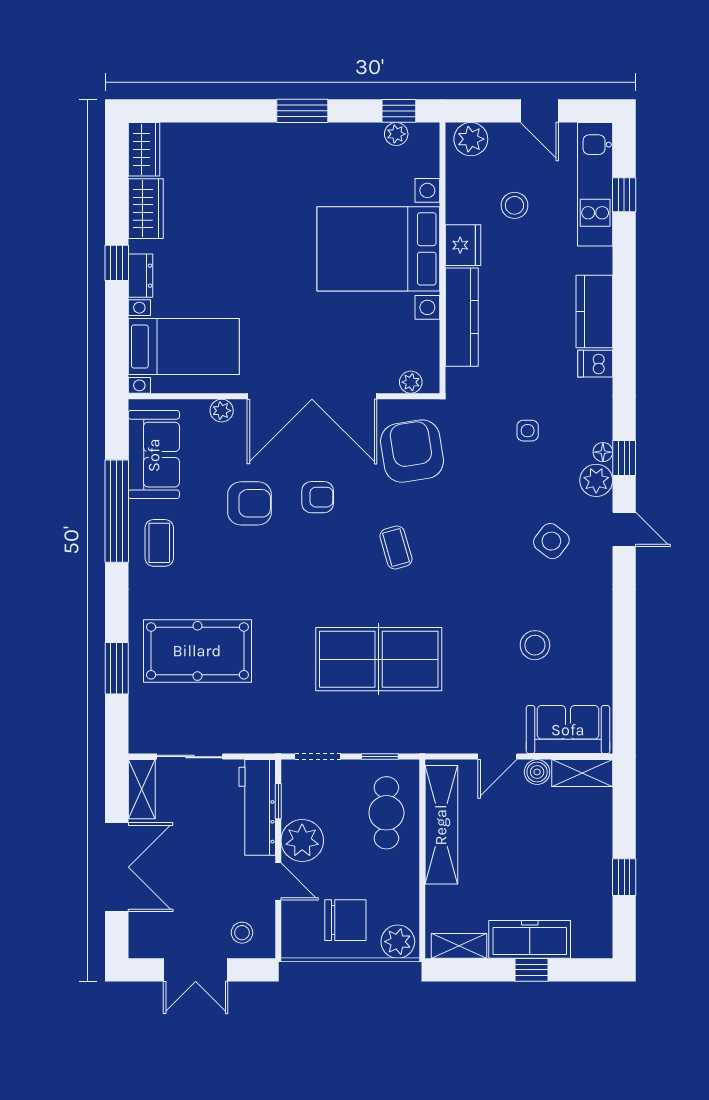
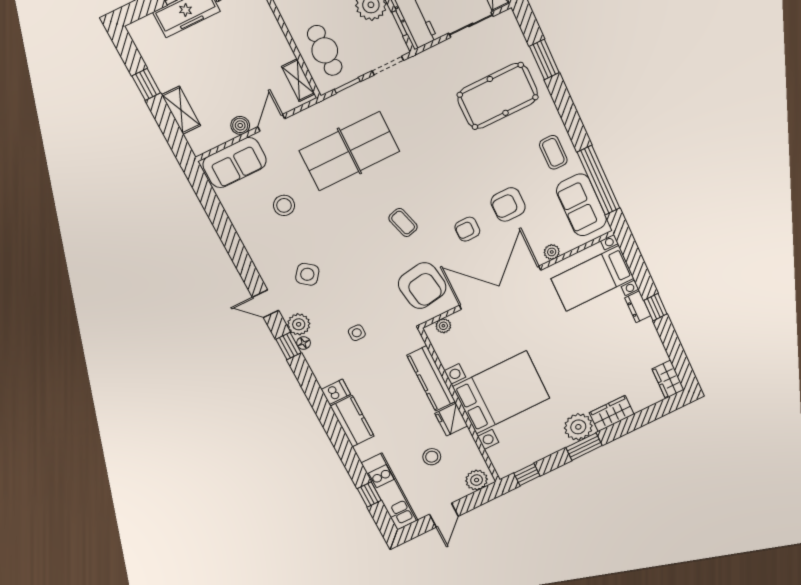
door: (539, 111) -> (444, 515), swing flipped
plant: (396, 134) -> (578, 427), moved, width x1.87, depth x1.87
wardrobe: (146, 209) -> (612, 413), moved, turned 90
window: (117, 511) -> (599, 180), moved
table tennis table: (379, 659) -> (349, 151), moved
shelving: (582, 773) -> (181, 110), moved, turned 90
shelving: (441, 825) -> (298, 80), width x0.45, depth x0.75

